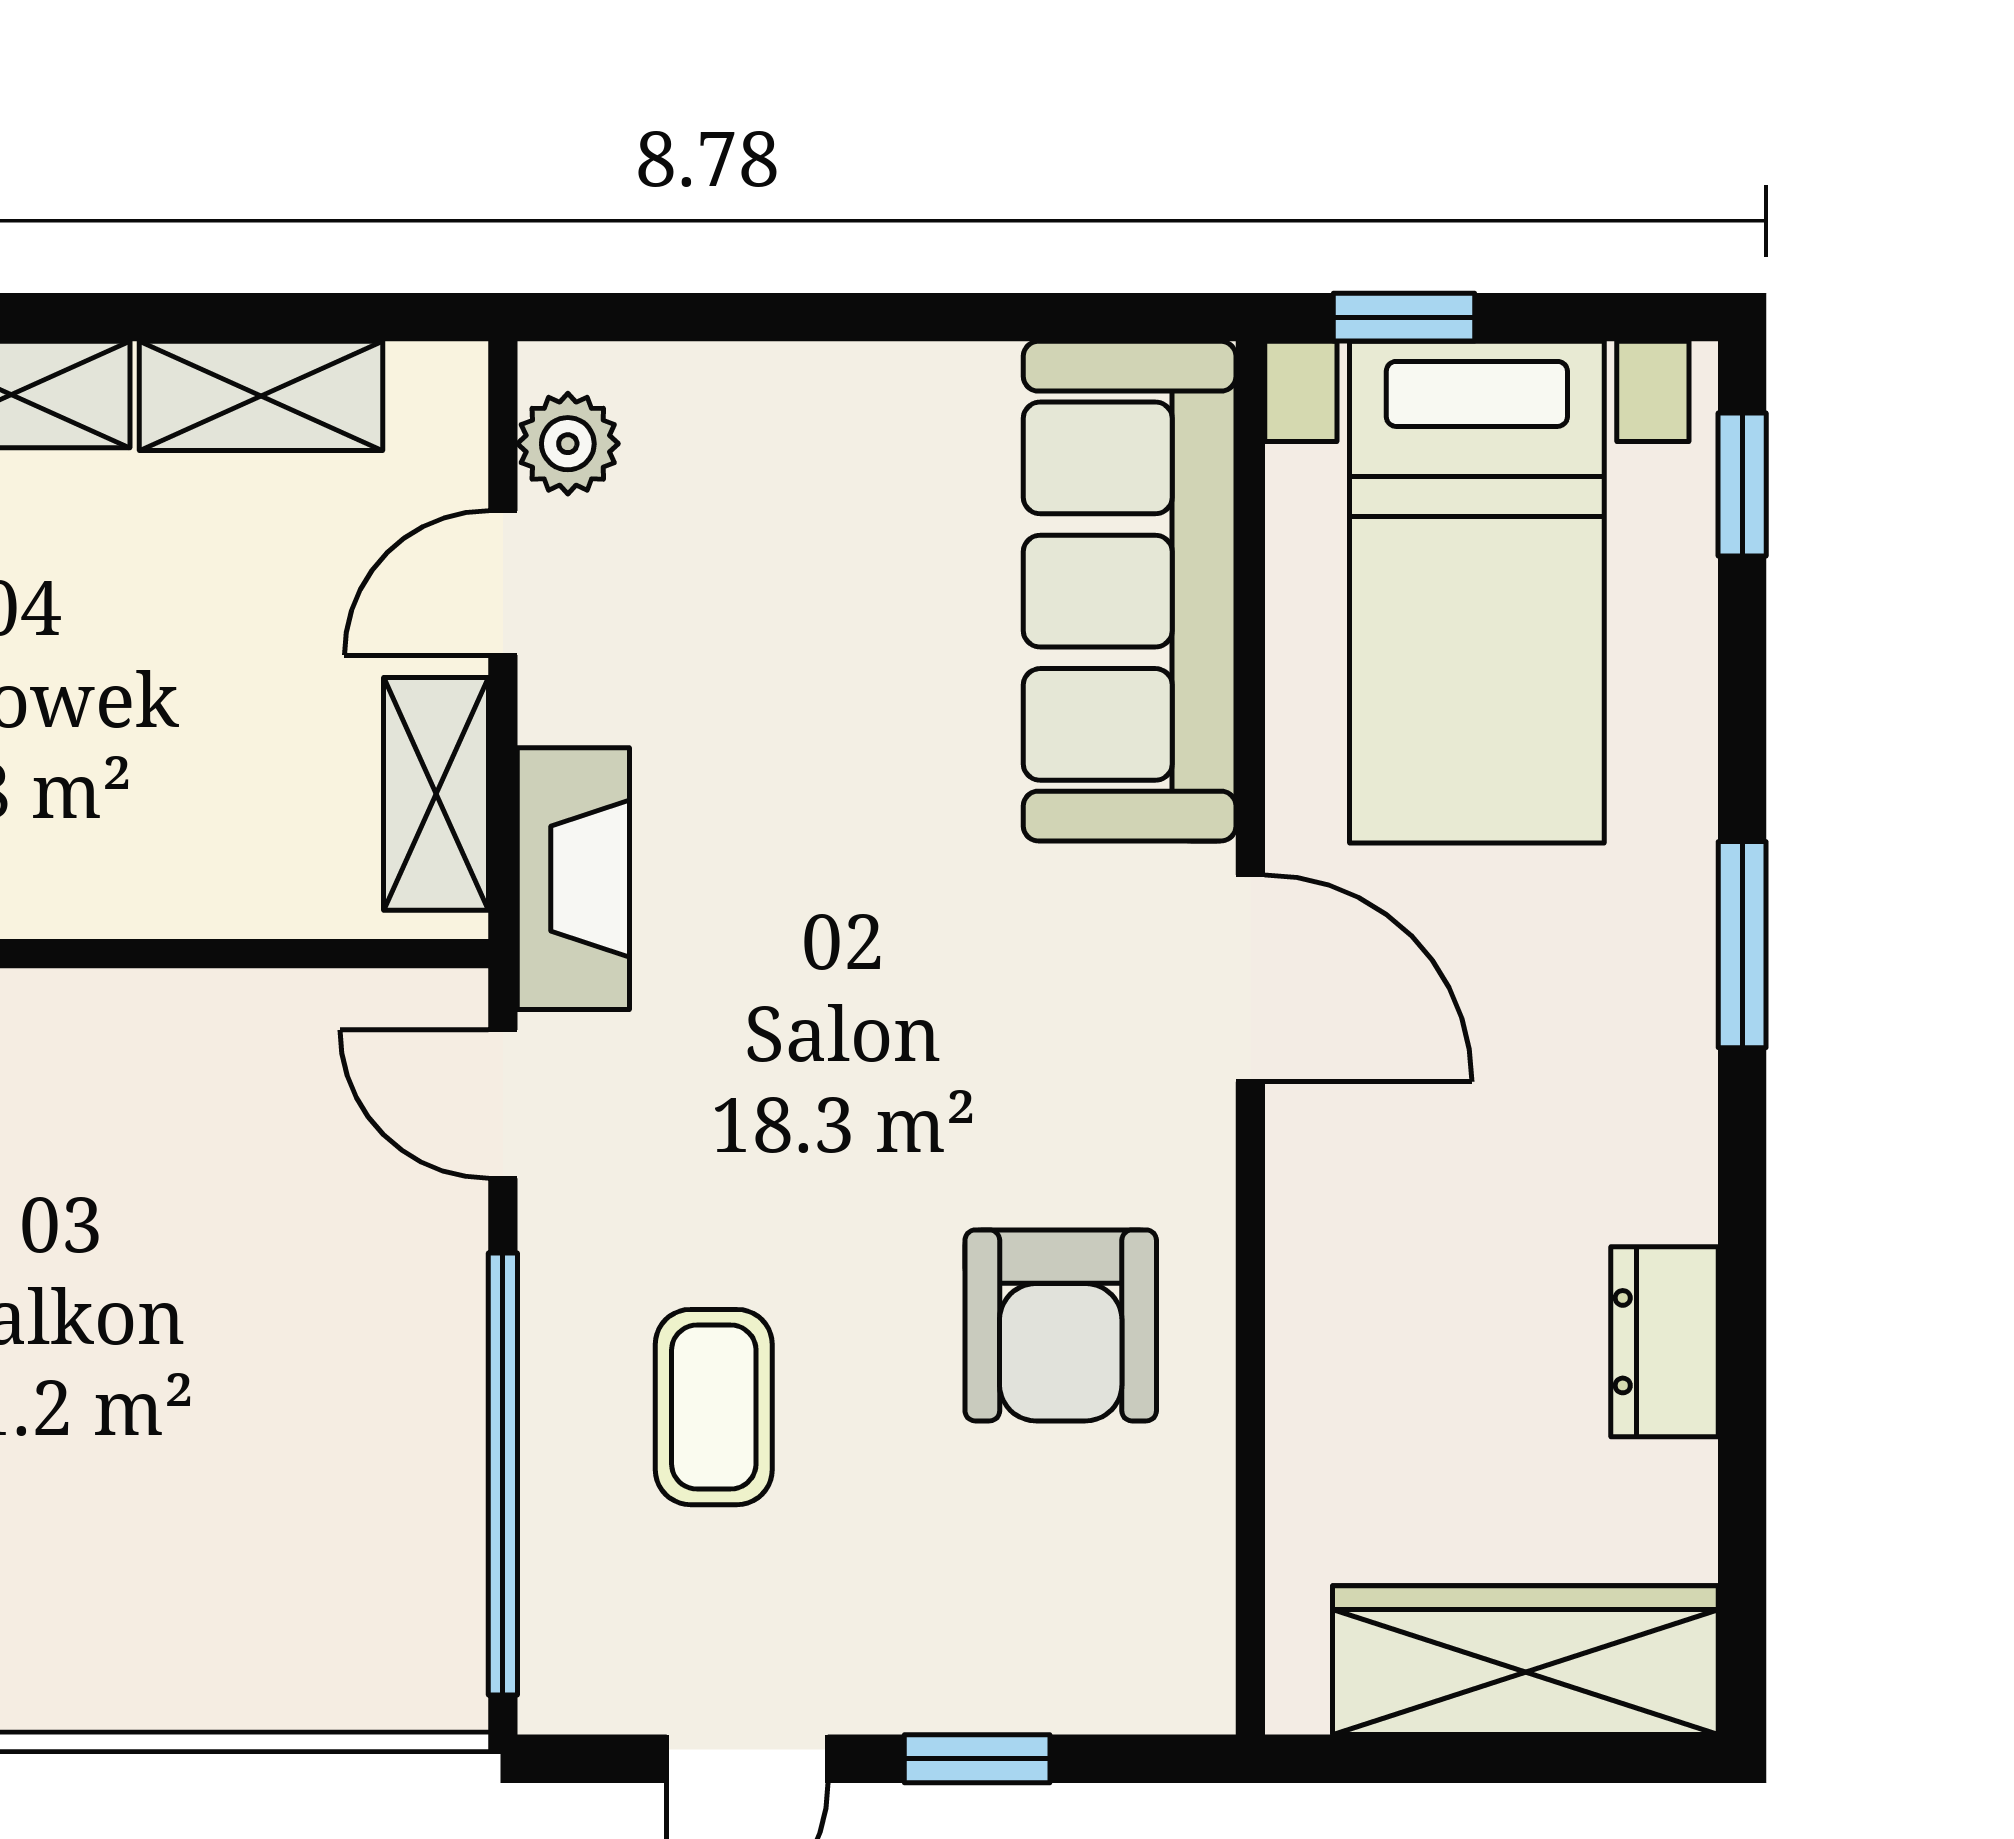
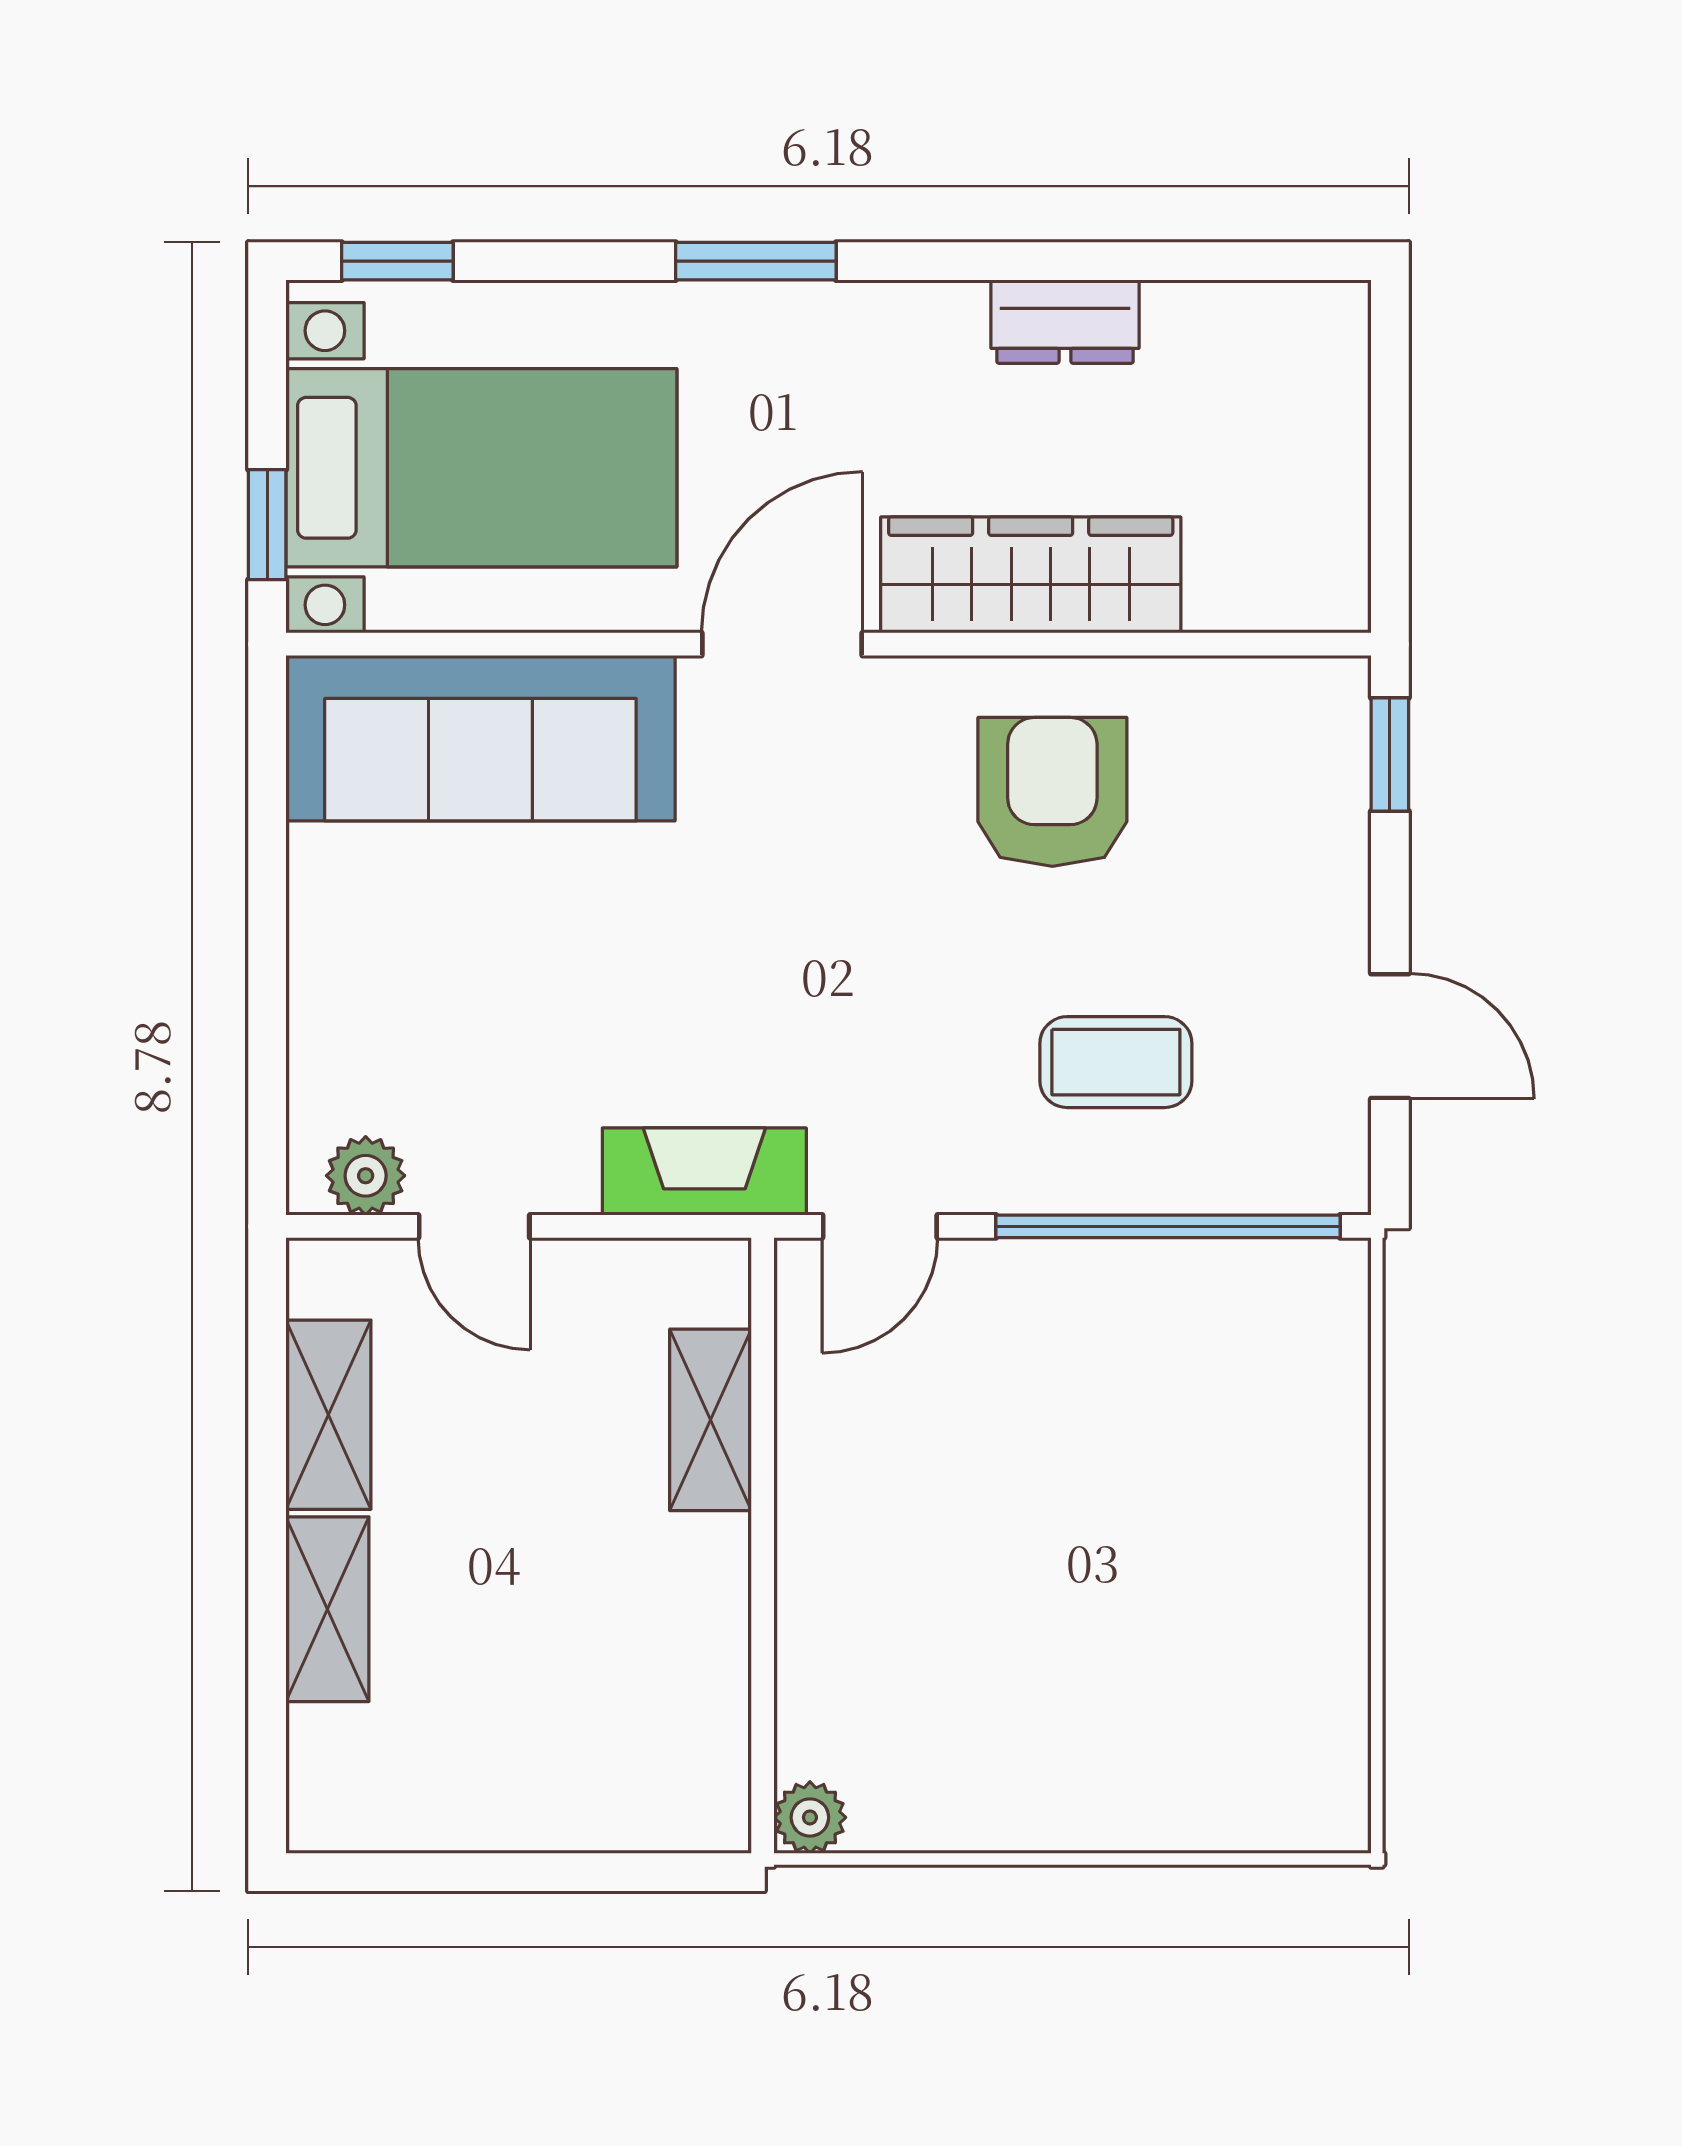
shelving: (436, 794) -> (711, 1420), moved, turned 90
armchair: (1061, 1325) -> (1052, 792), turned -90
wardrobe: (1525, 1660) -> (1031, 575), moved, turned 90
window: (977, 1759) -> (1390, 754), moved

